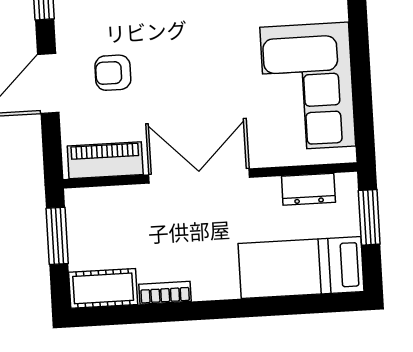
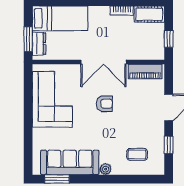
armchair: (113, 73) -> (104, 104), moved
dresser: (308, 189) -> (39, 44), moved, turned 90
window: (57, 236) -> (169, 39), width x0.67

